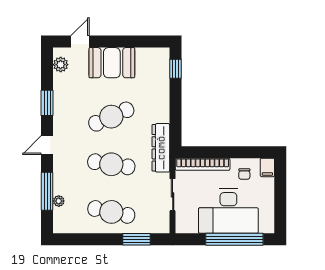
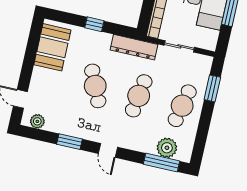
booth: (112, 63) -> (52, 47), moved
window: (175, 69) -> (94, 24), moved
window: (47, 191) -> (161, 163), moved
plant: (59, 201) -> (167, 148), width x1.88, depth x1.88

